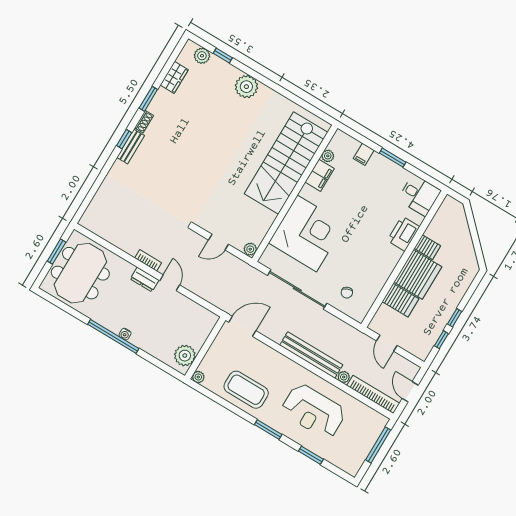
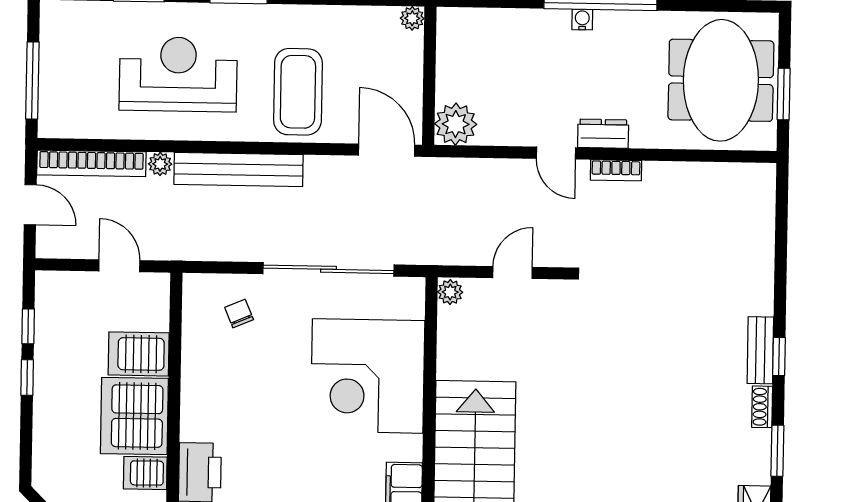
door: (242, 326) -> (387, 150), swing flipped
plant: (185, 356) -> (456, 124), moved
coffee table: (246, 390) -> (298, 92), moved, turned 90

